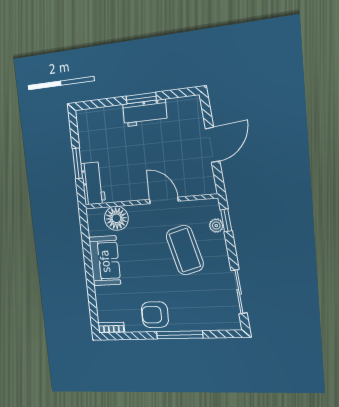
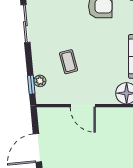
coffee table: (185, 250) -> (69, 62), width x0.54, depth x0.58

